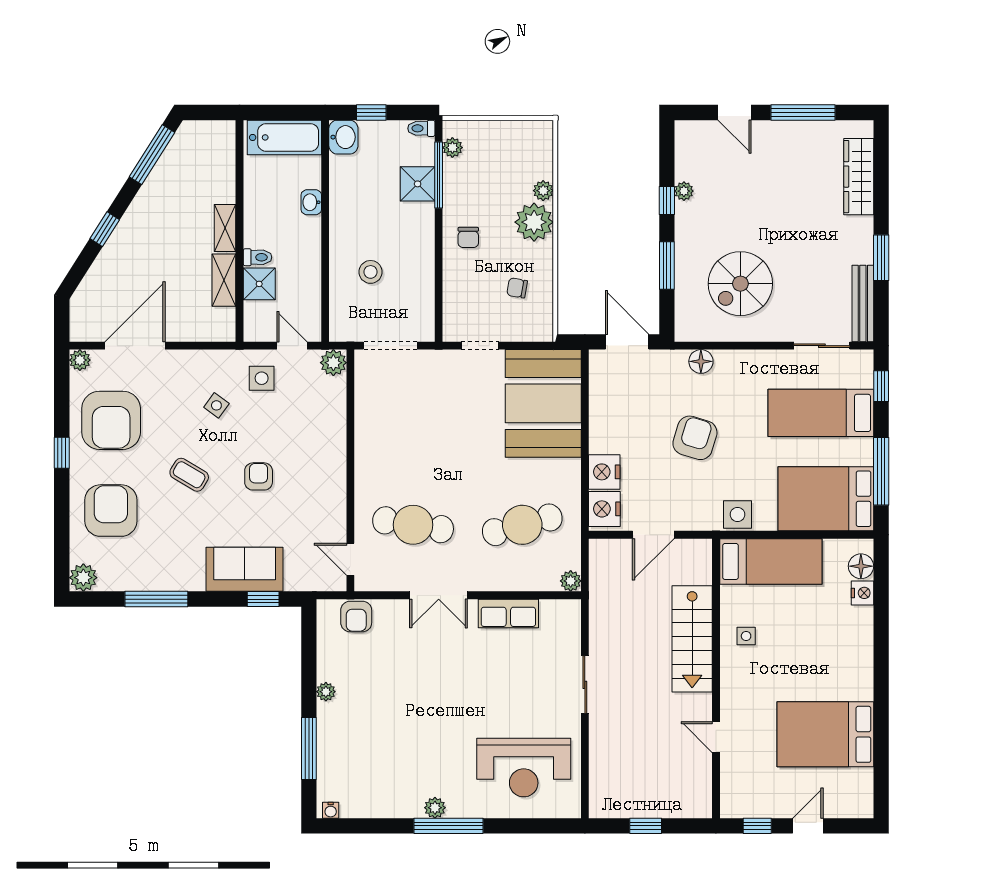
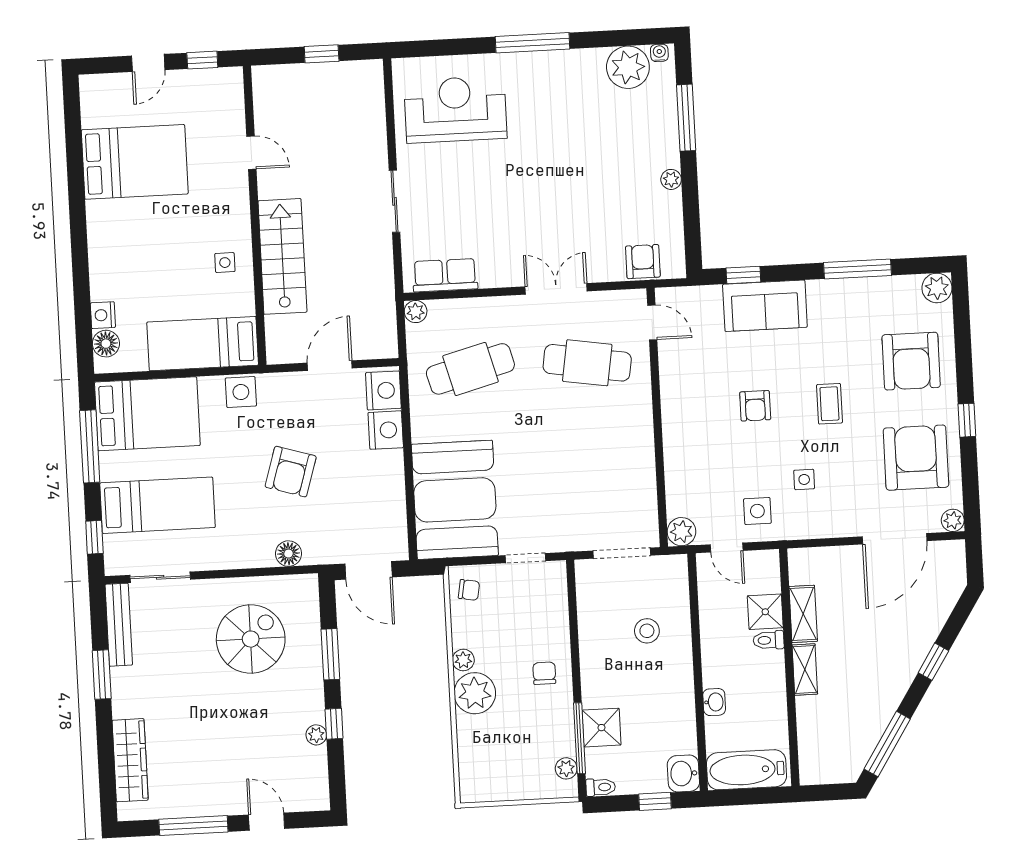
plant: (543, 191) -> (463, 660), moved
chair: (517, 288) -> (469, 590), moved
side table: (216, 405) -> (804, 479), turned -36
coffee table: (189, 475) -> (829, 404), turned 59
row of seats: (508, 613) -> (445, 275), moved
plant: (435, 808) -> (628, 67), moved, width x1.87, depth x1.87

